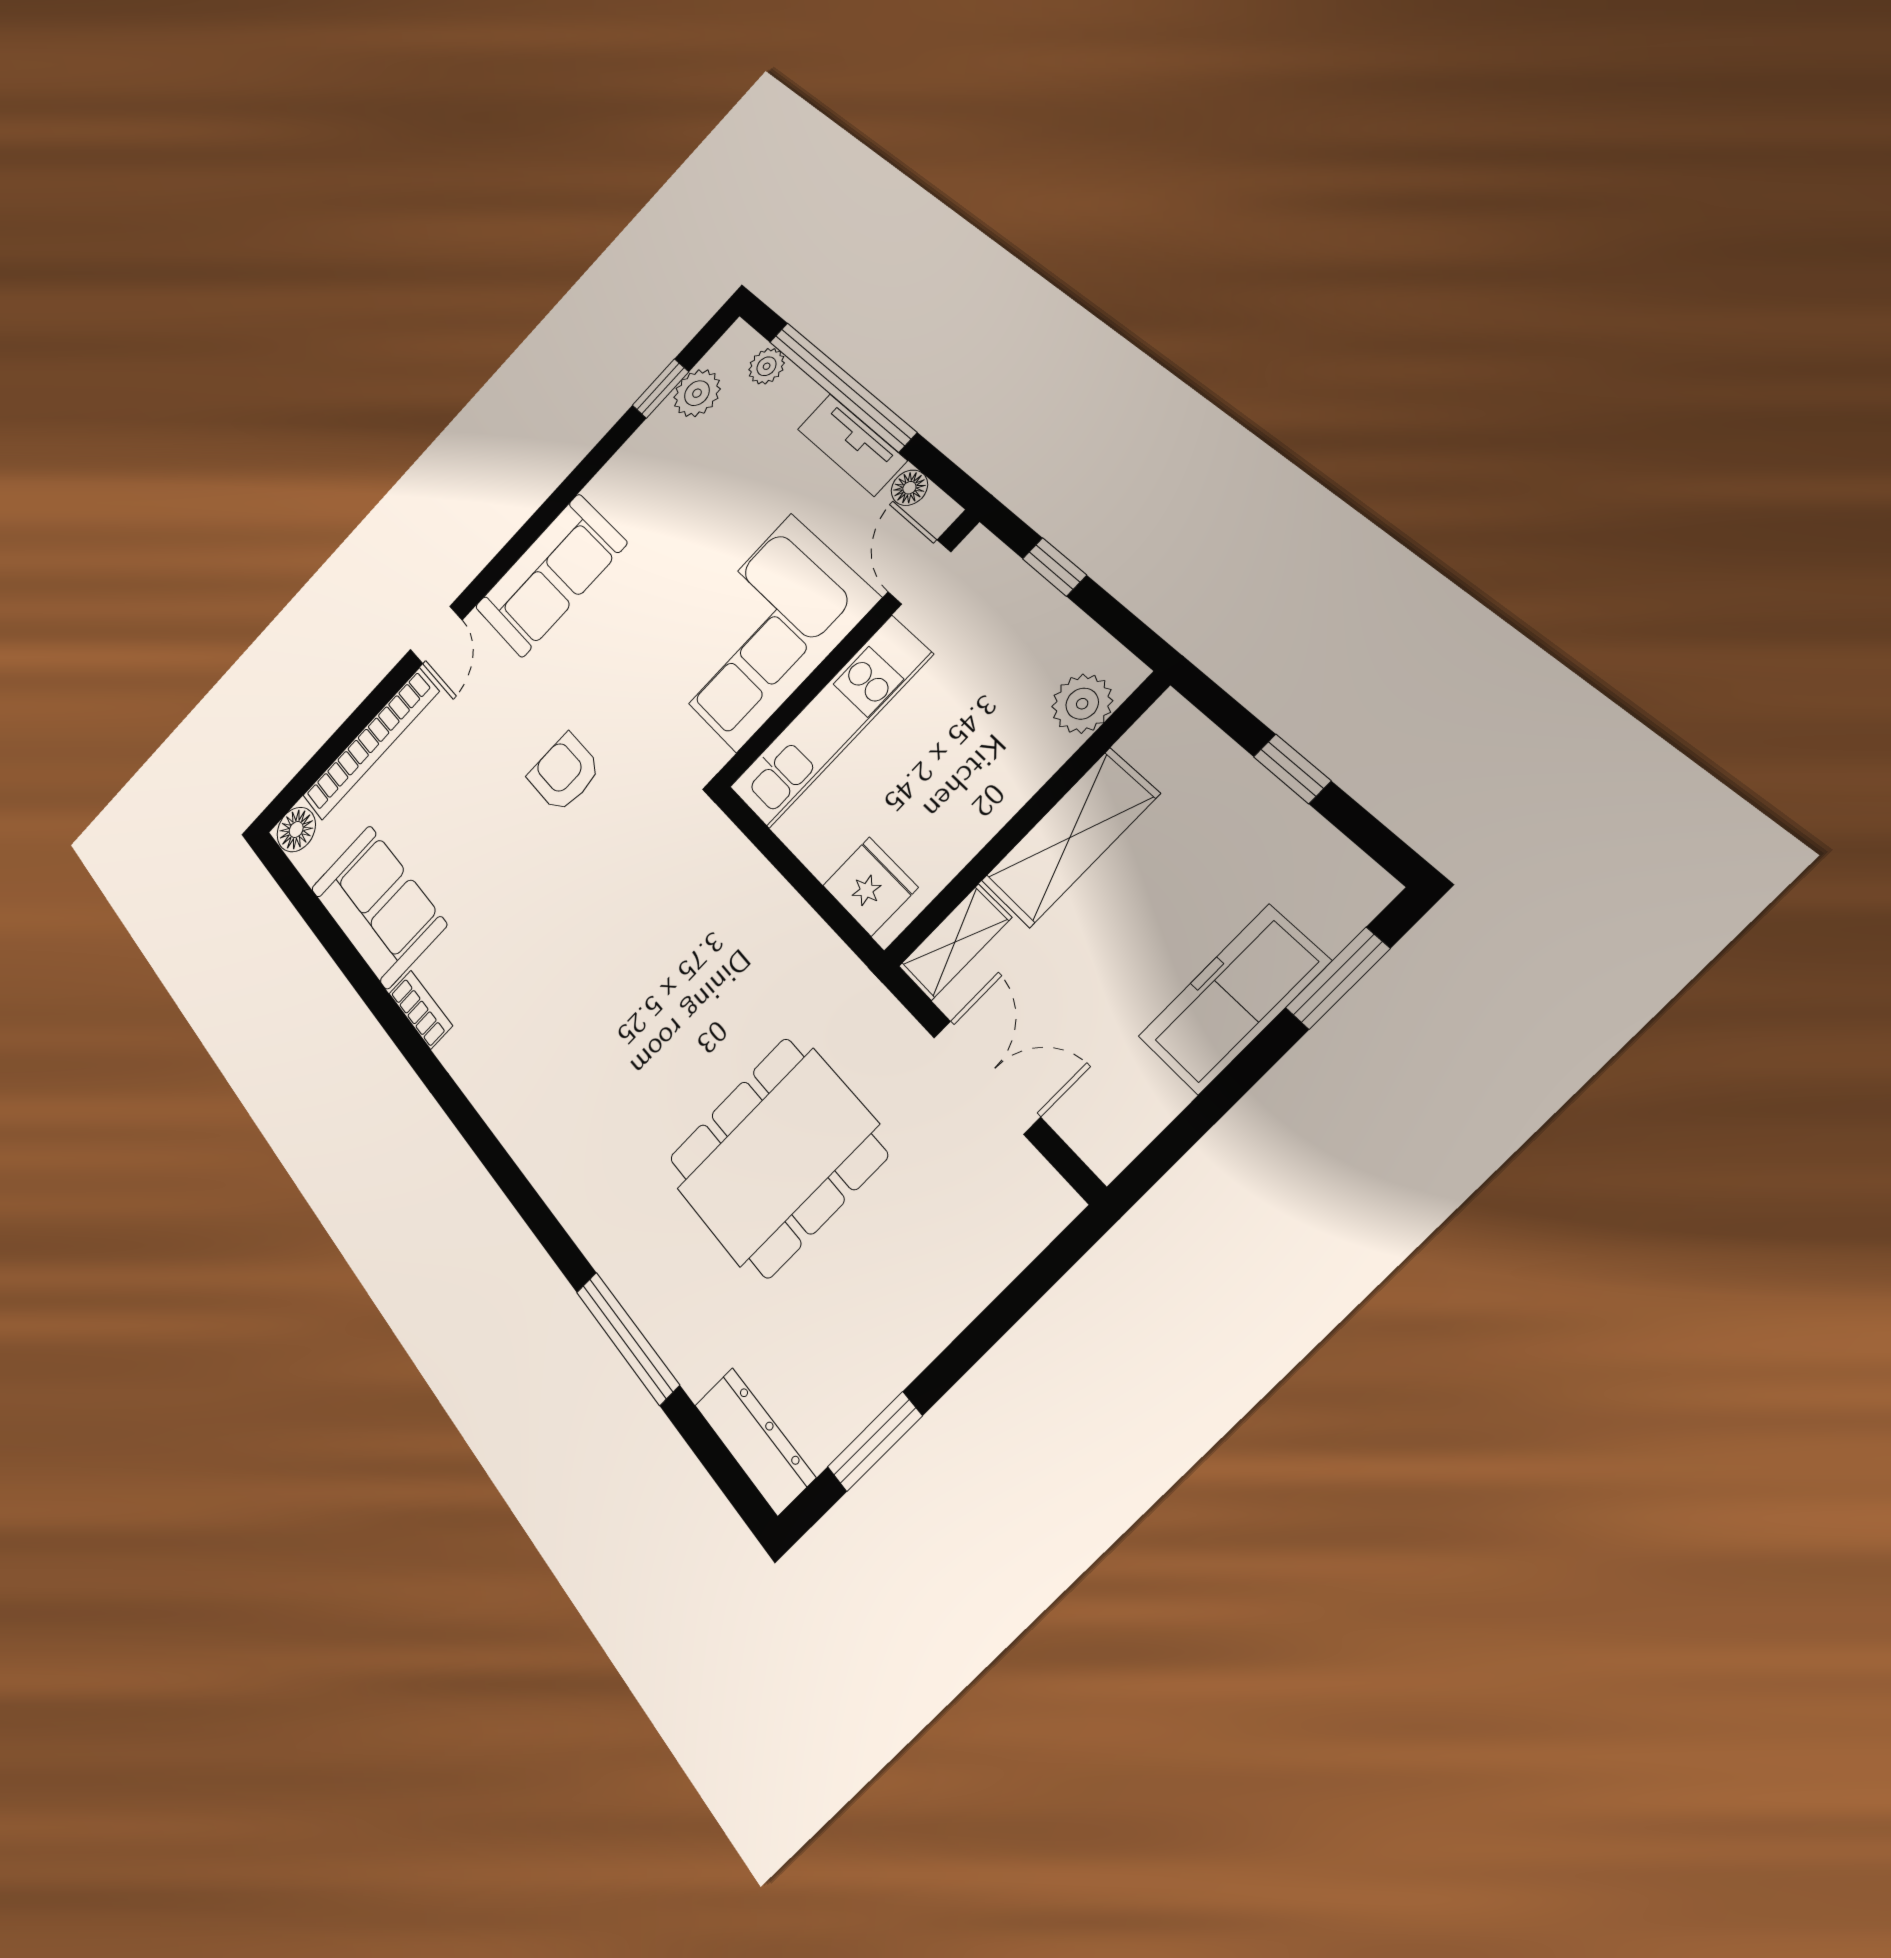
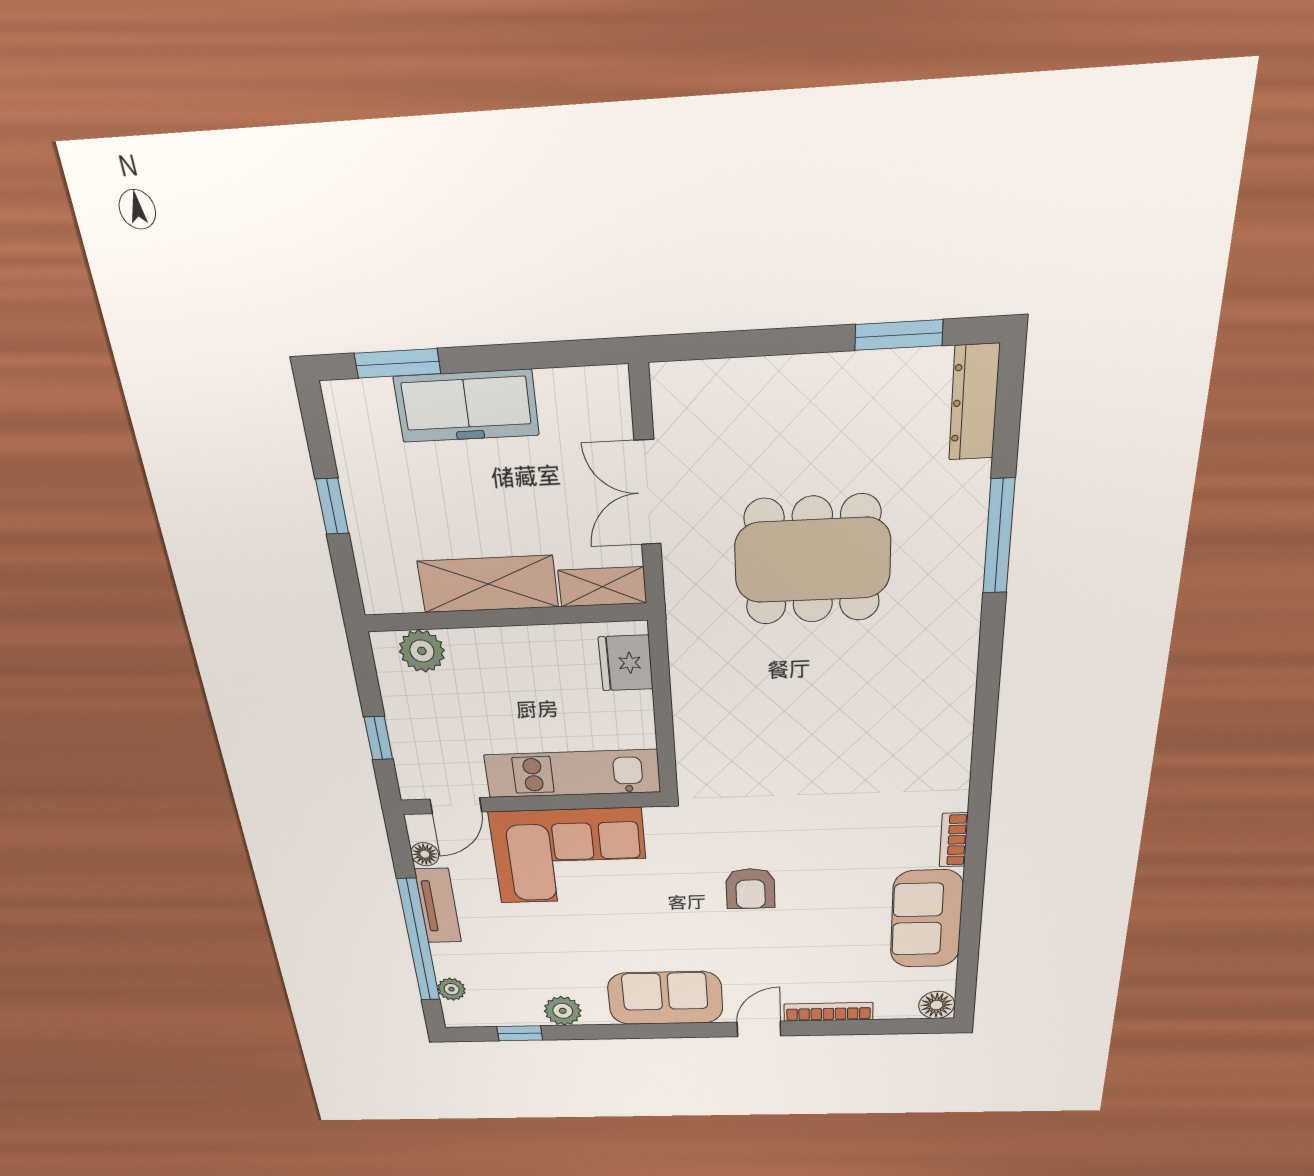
plant: (697, 393) -> (563, 1011), moved
bookcase: (371, 744) -> (828, 1012), width x0.68, depth x0.76

